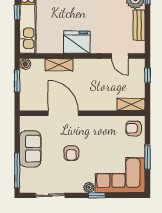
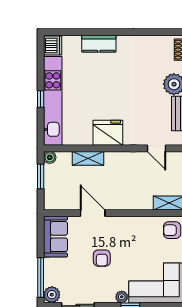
door: (63, 113) -> (93, 213), width x0.73
sofa: (30, 149) -> (55, 237), moved
plant: (27, 186) -> (52, 295), added

